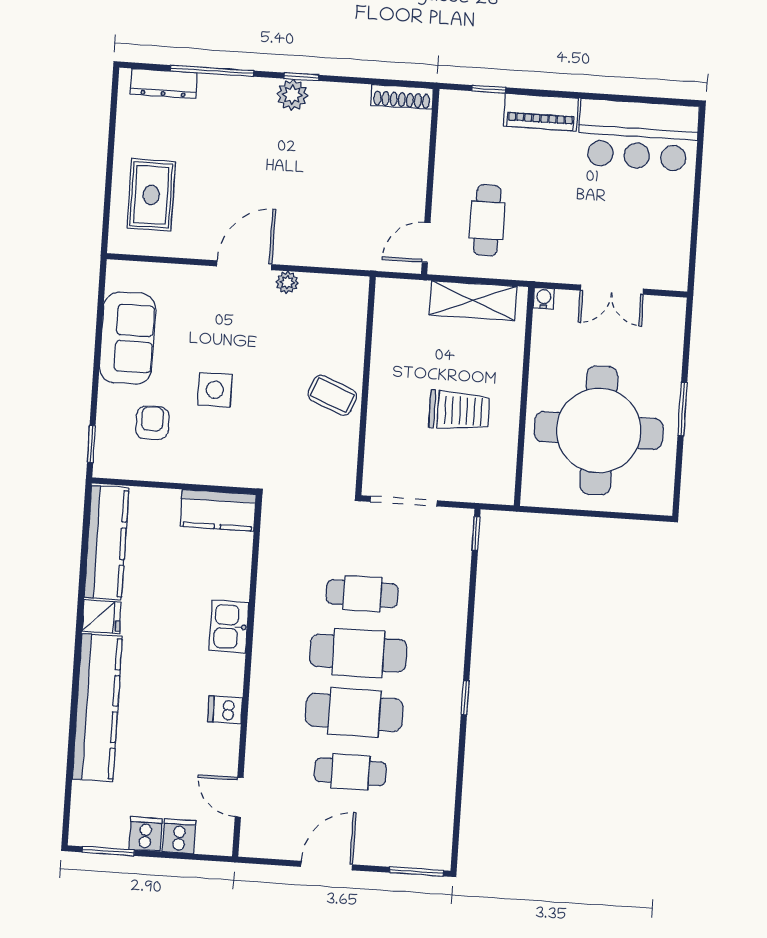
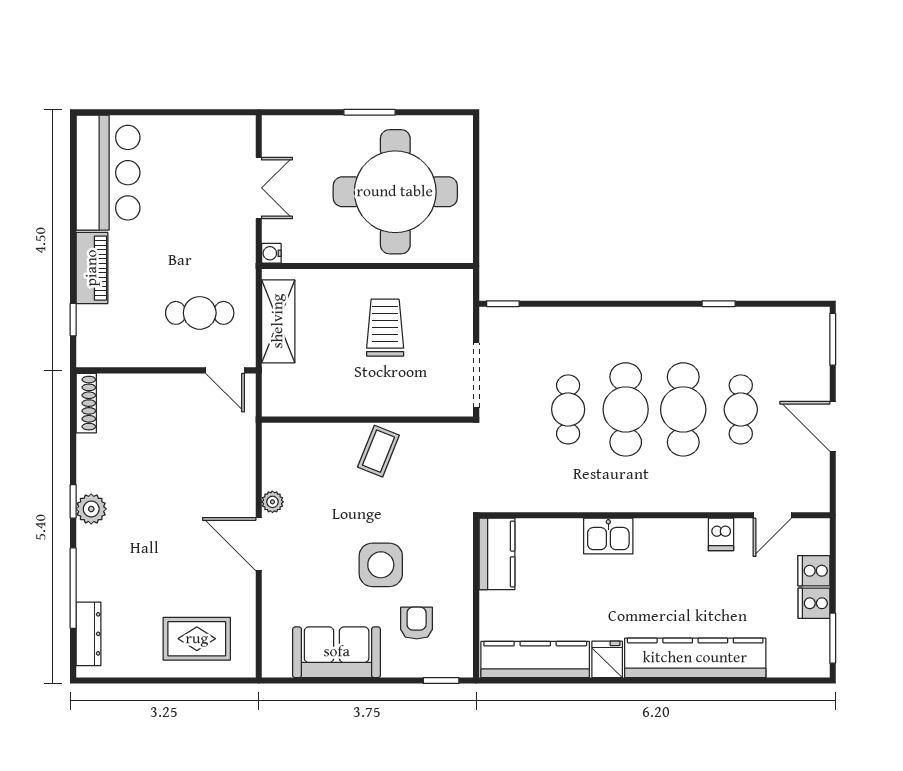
side table: (215, 390) -> (381, 565), width x1.37, depth x1.37
armchair: (152, 423) -> (417, 623), turned 90
window: (465, 698) -> (719, 304), moved
dishwasher: (225, 710) -> (721, 534), moved

